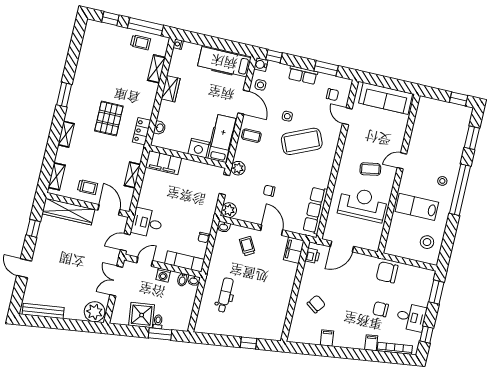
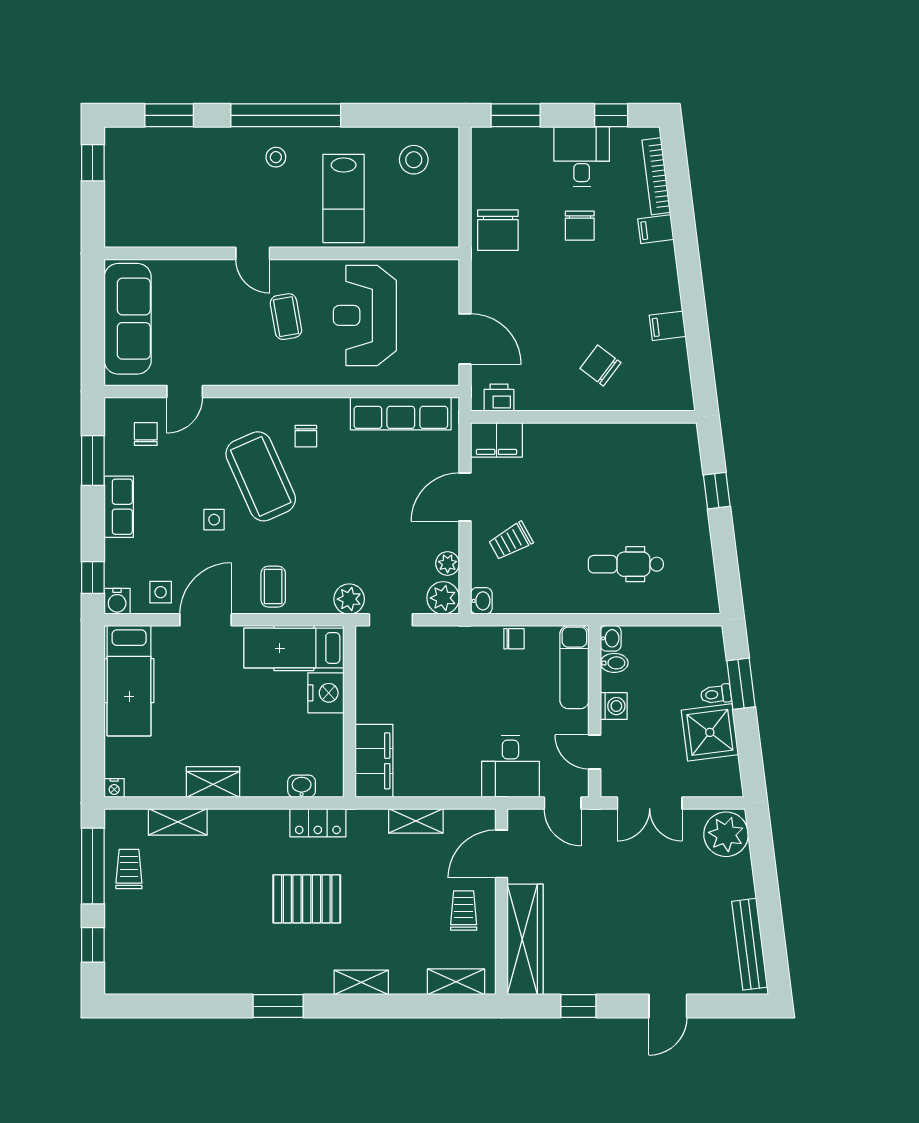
chair: (269, 191) -> (306, 436), moved
plant: (244, 216) -> (448, 563), added

